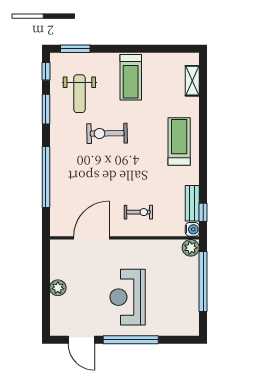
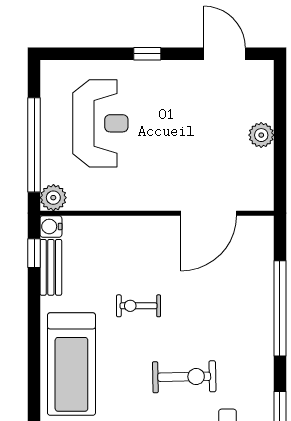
treadmill: (179, 141) -> (71, 364), width x1.37, depth x1.38
exercise bike: (138, 212) -> (139, 306), moved
reception desk: (128, 297) -> (100, 123), moved
window: (131, 340) -> (147, 54), width x0.32

